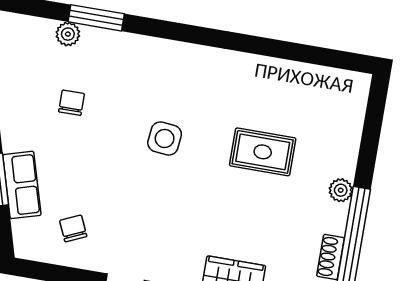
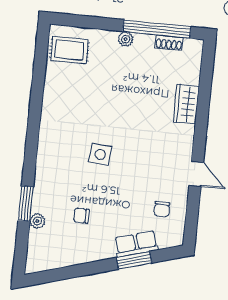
rug: (263, 152) -> (69, 50), moved, turned 90
chair: (73, 228) -> (162, 209), turned -66

